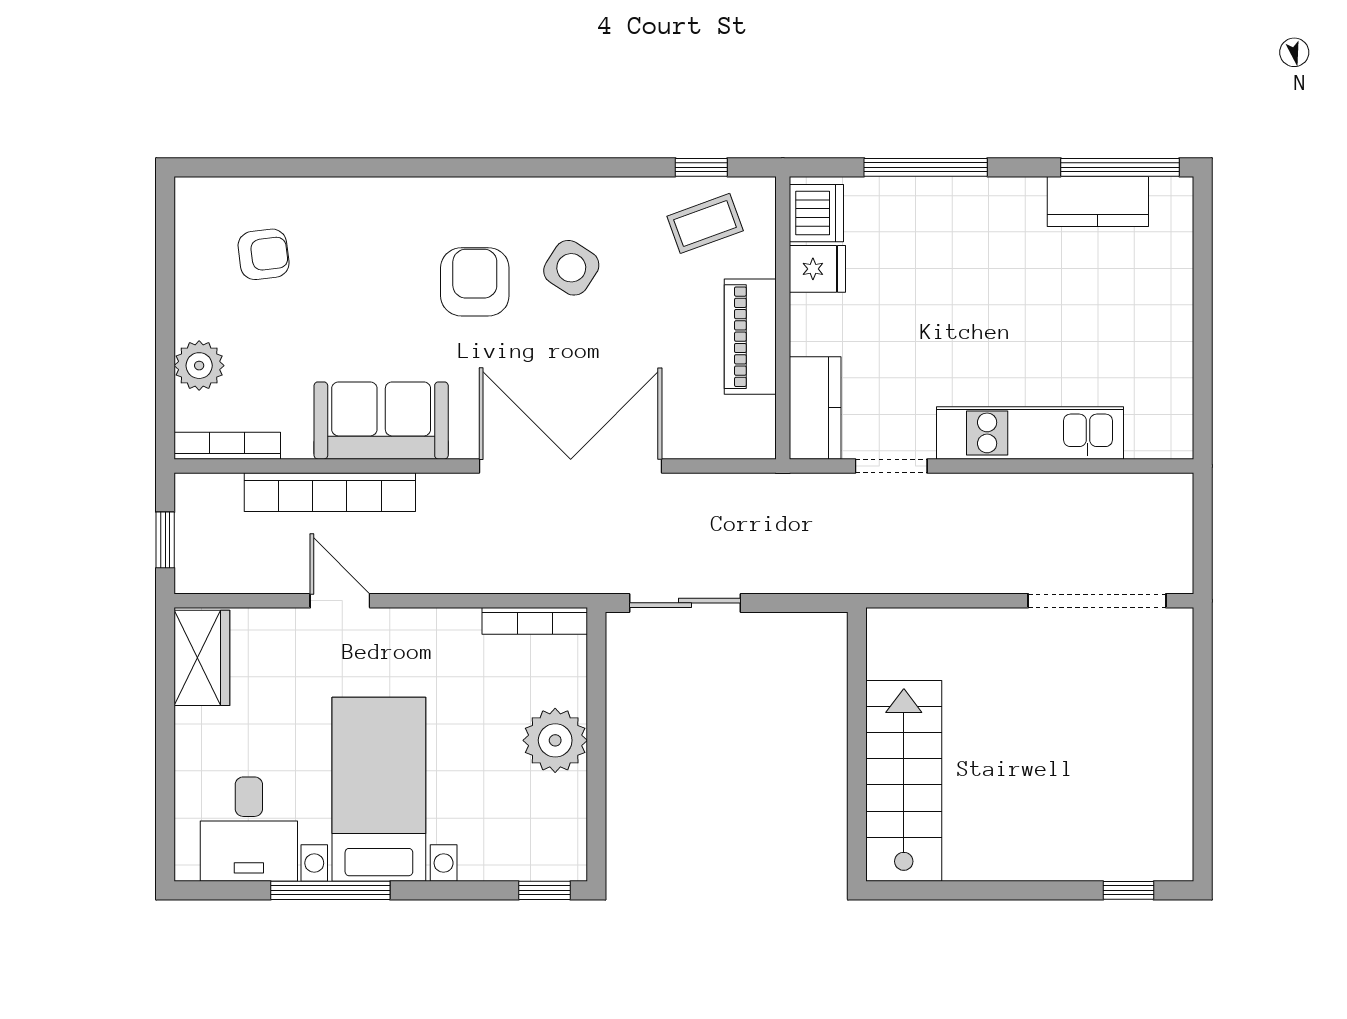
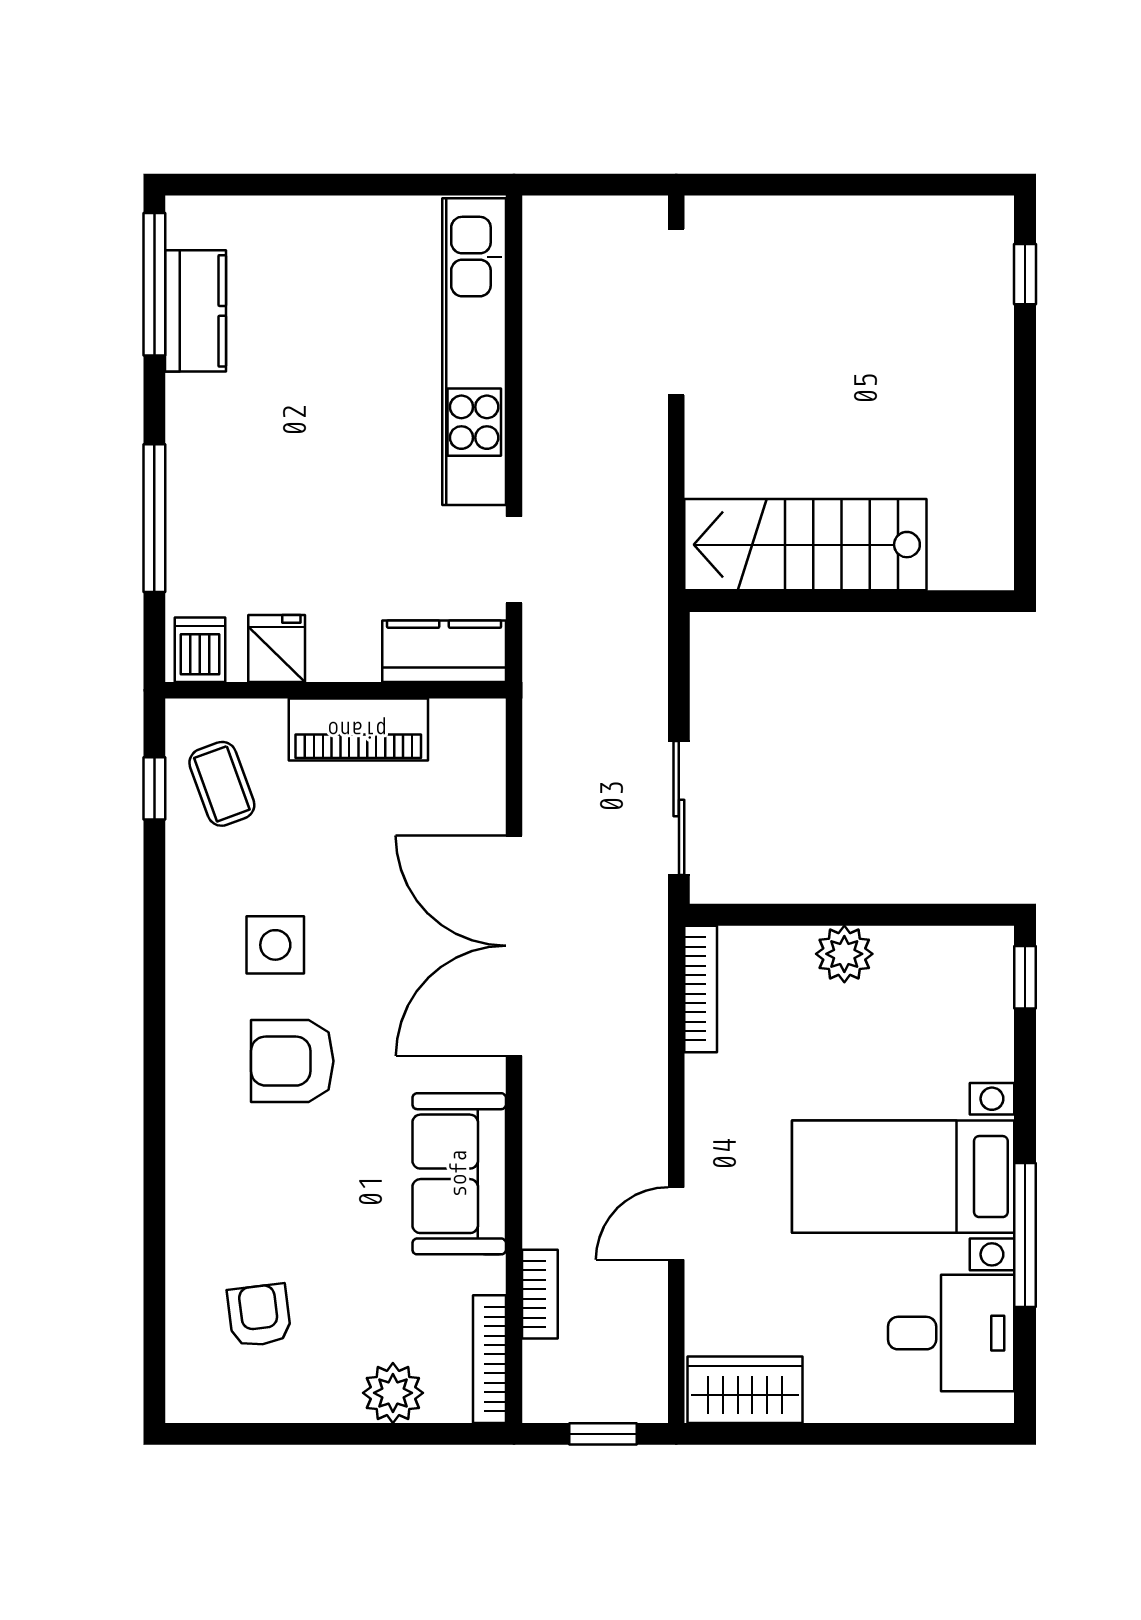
dishwasher: (816, 213) -> (200, 650), width x0.73
side table: (571, 268) -> (275, 945), turned -33
kitchen unit: (1030, 433) -> (474, 352), width x1.36
bookcase: (330, 492) -> (540, 1294), width x0.43, depth x0.76
plant: (555, 740) -> (844, 954), width x0.73, depth x0.73
stairs: (904, 781) -> (805, 545), moved

